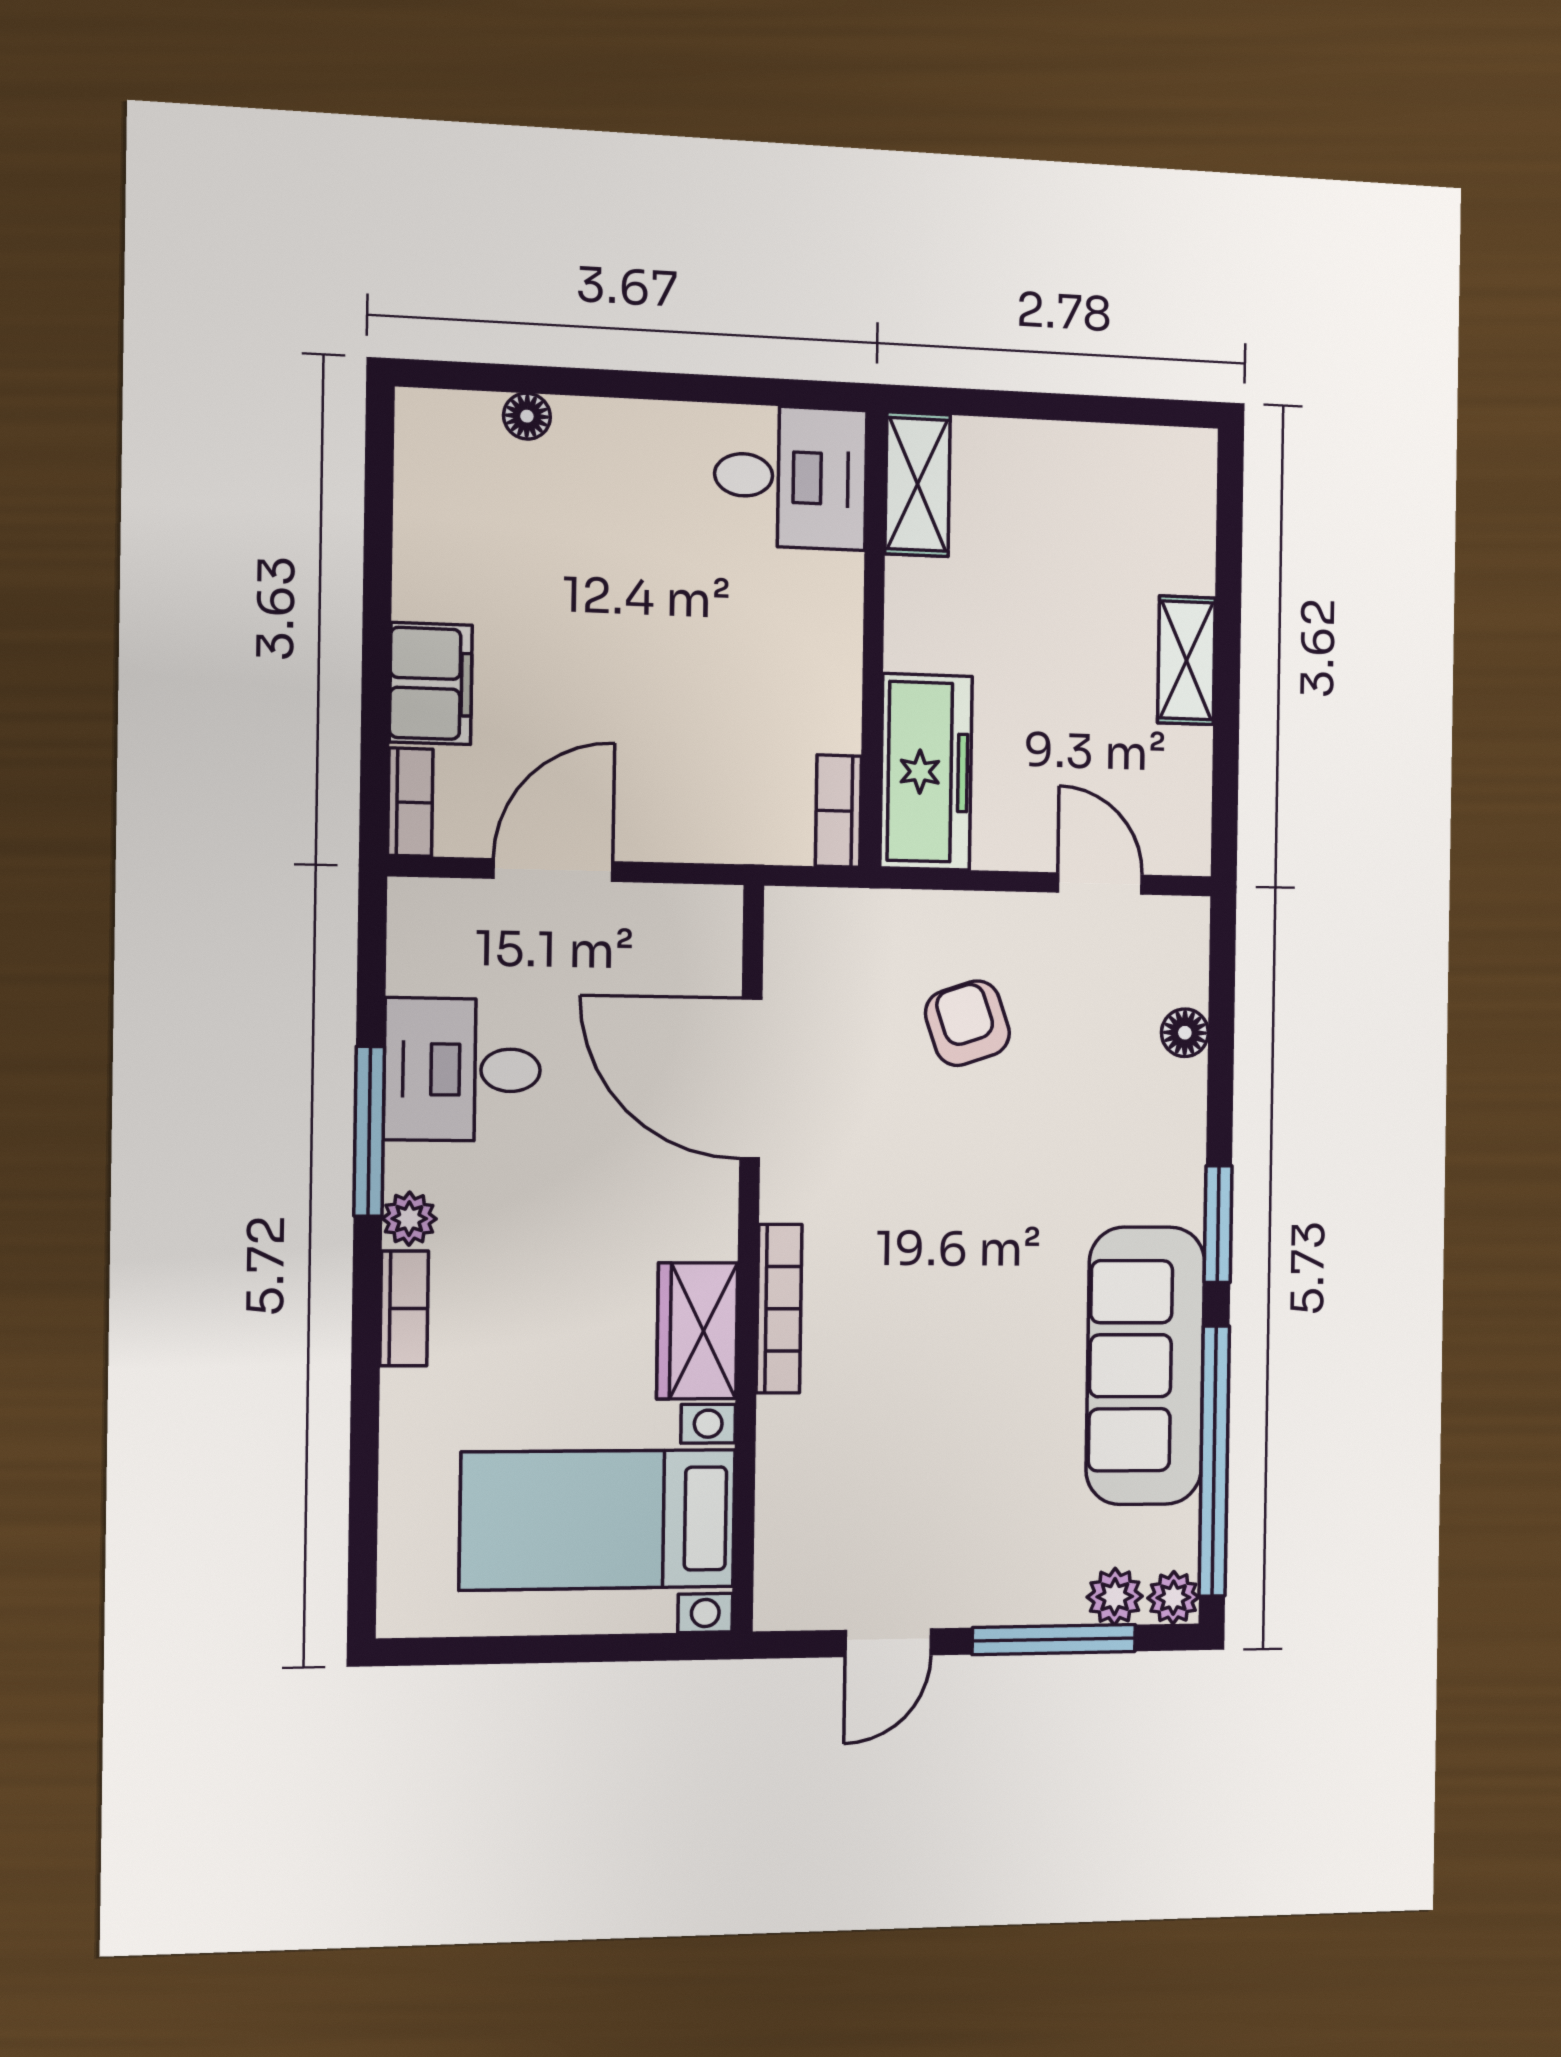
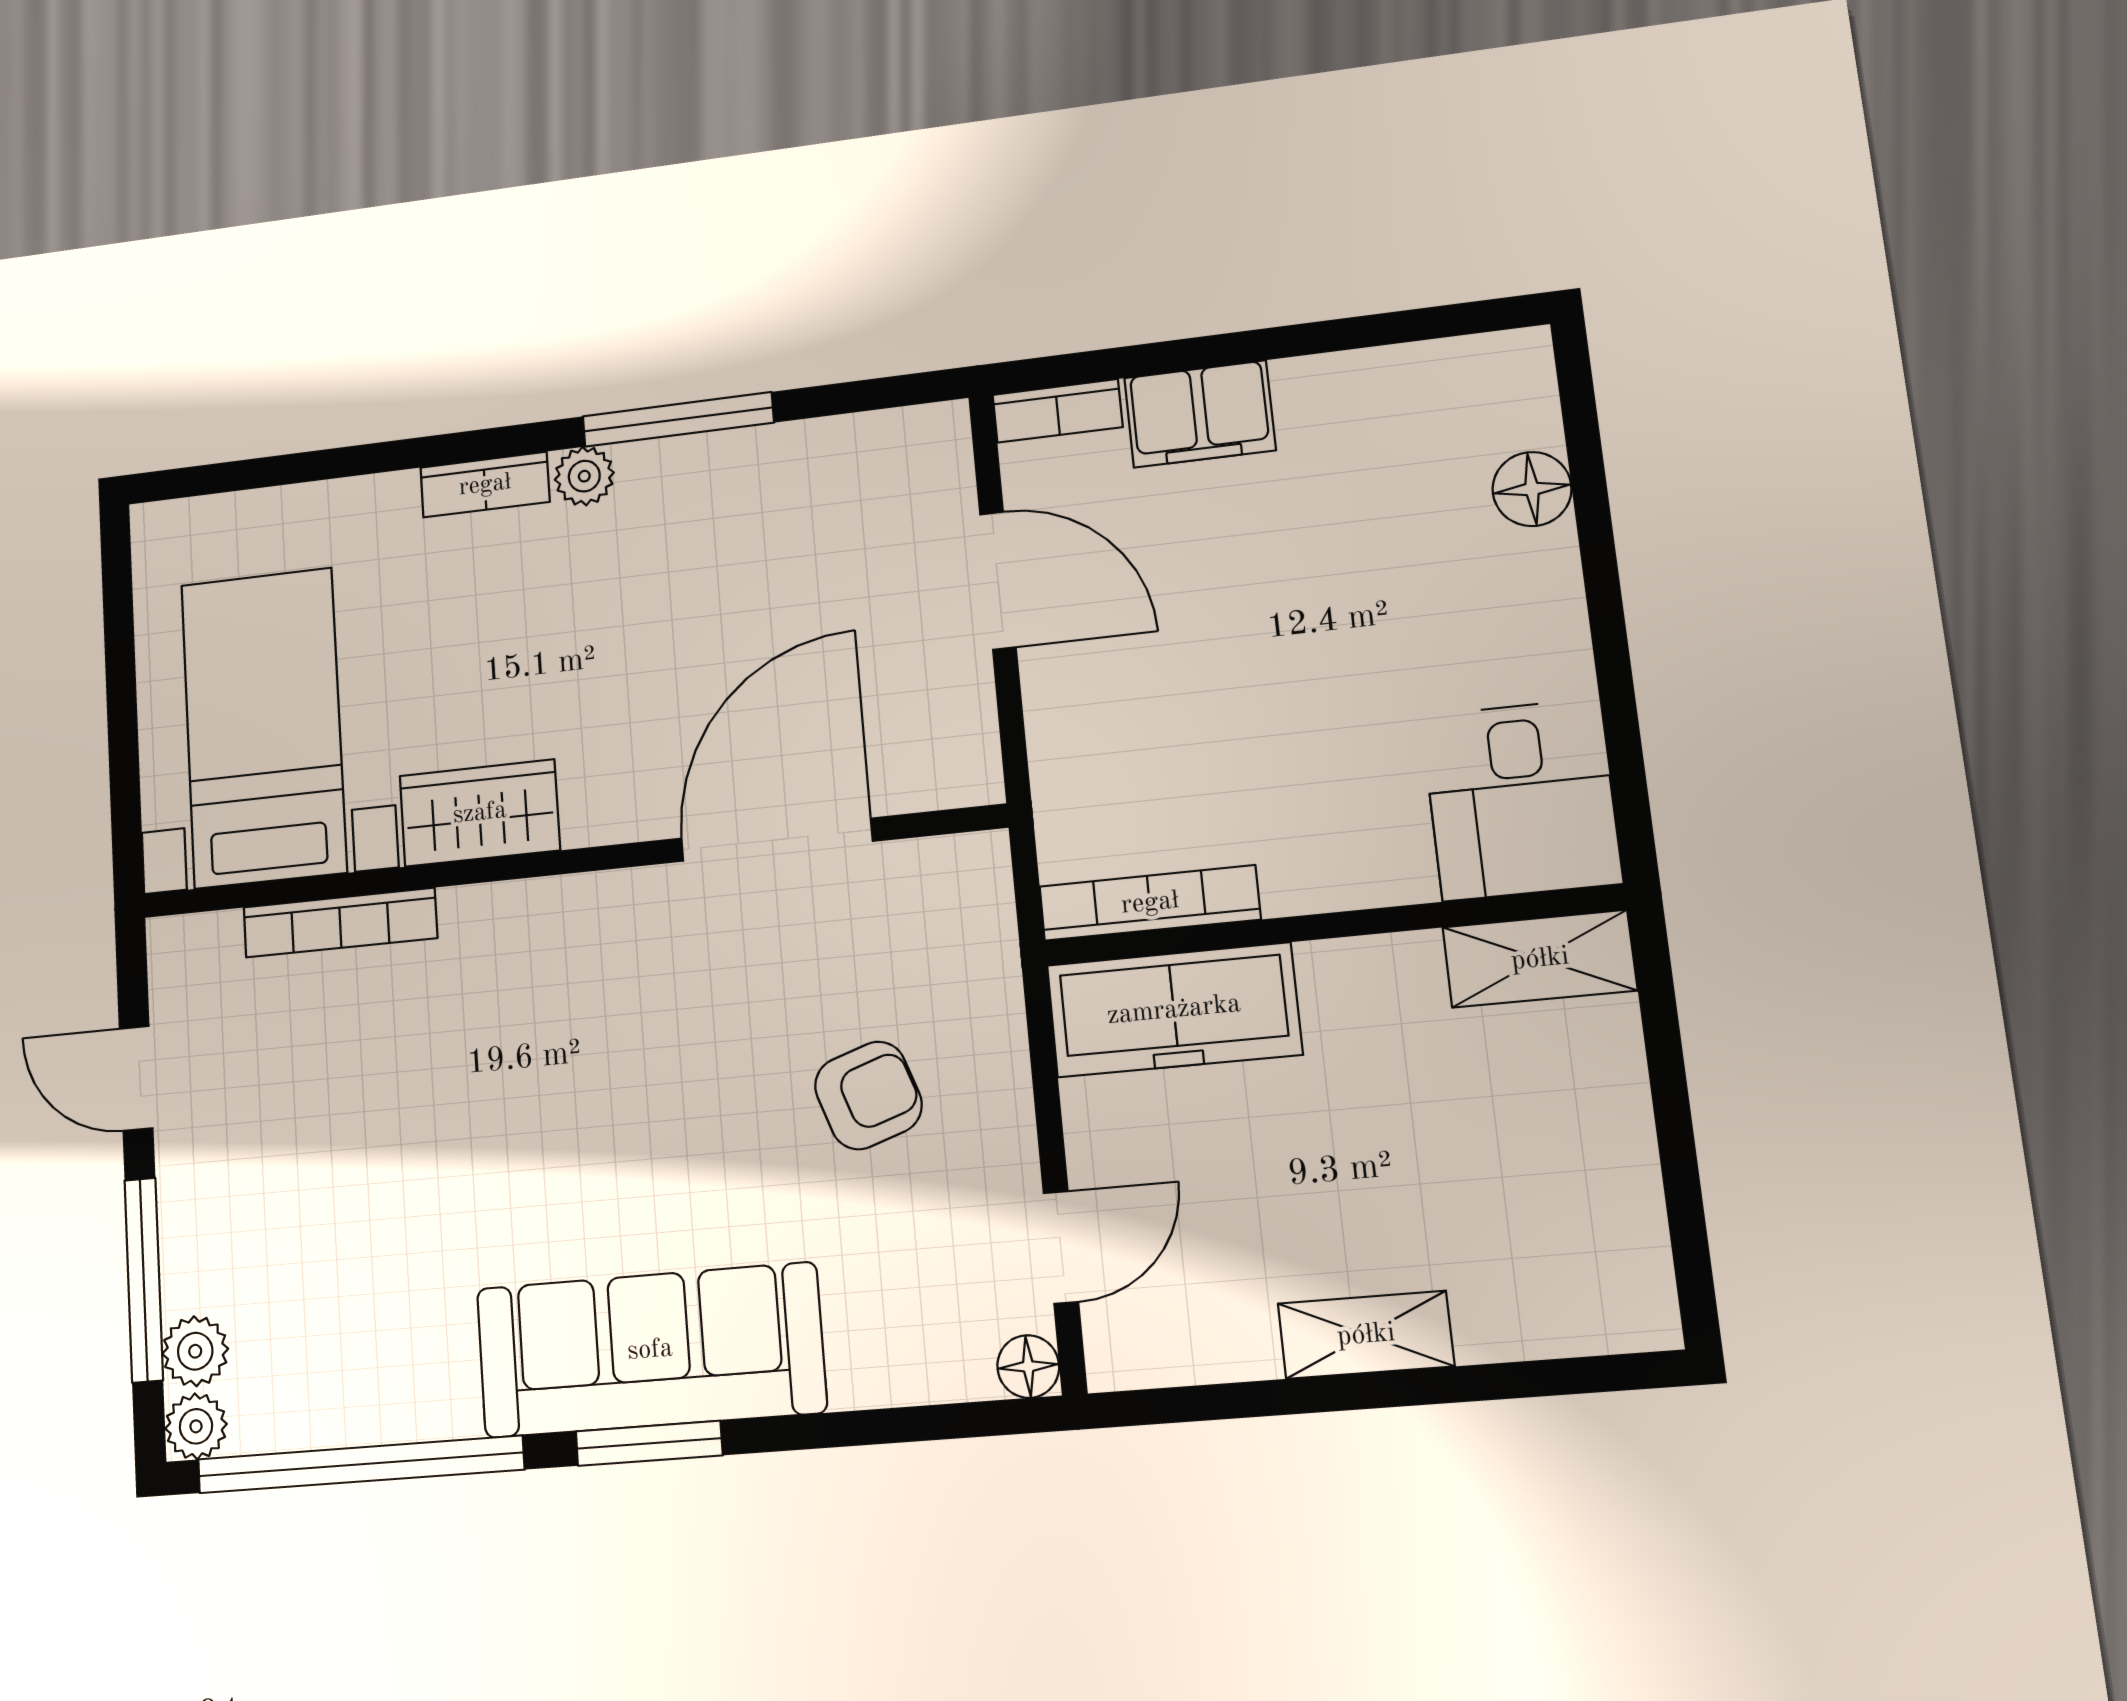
floor lamp: (527, 416) -> (1532, 489), width x1.37, depth x1.37
bookcase: (838, 811) -> (1150, 903), width x1.56
floor lamp: (1185, 1033) -> (1028, 1366), moved
desk: (462, 1070) -> (756, 511), removed
bookcase: (779, 1309) -> (340, 923), moved
sofa: (1145, 1366) -> (650, 1350), moved

